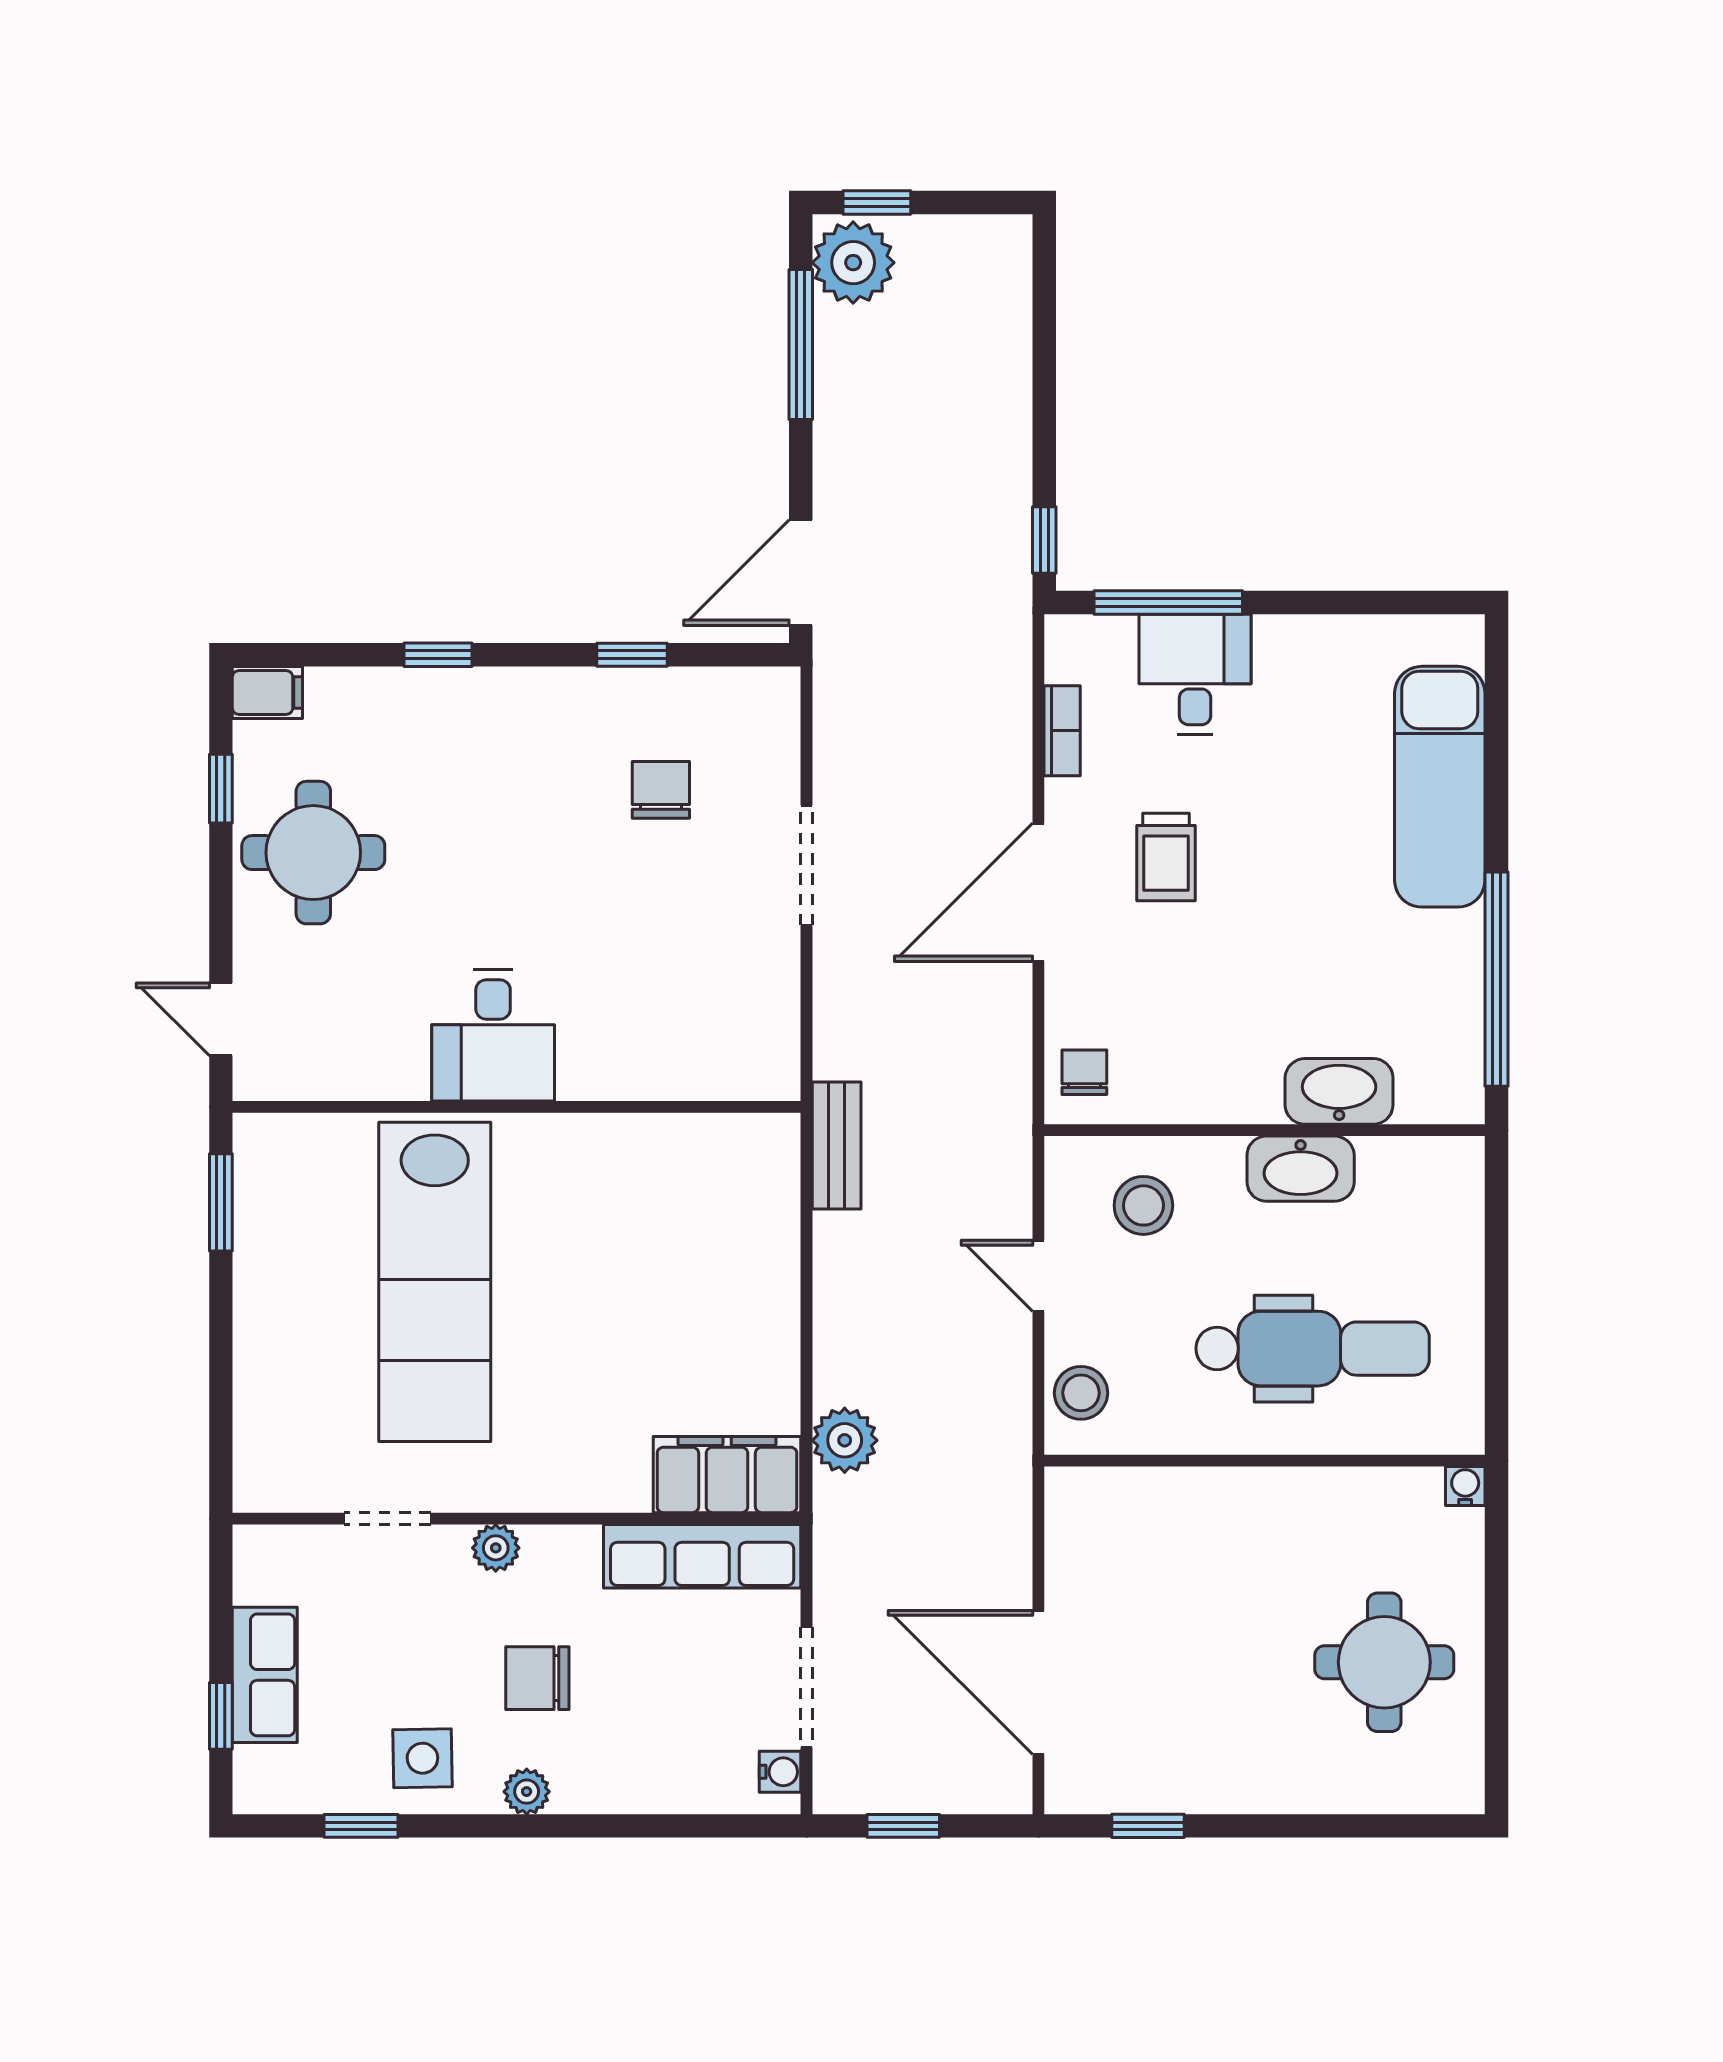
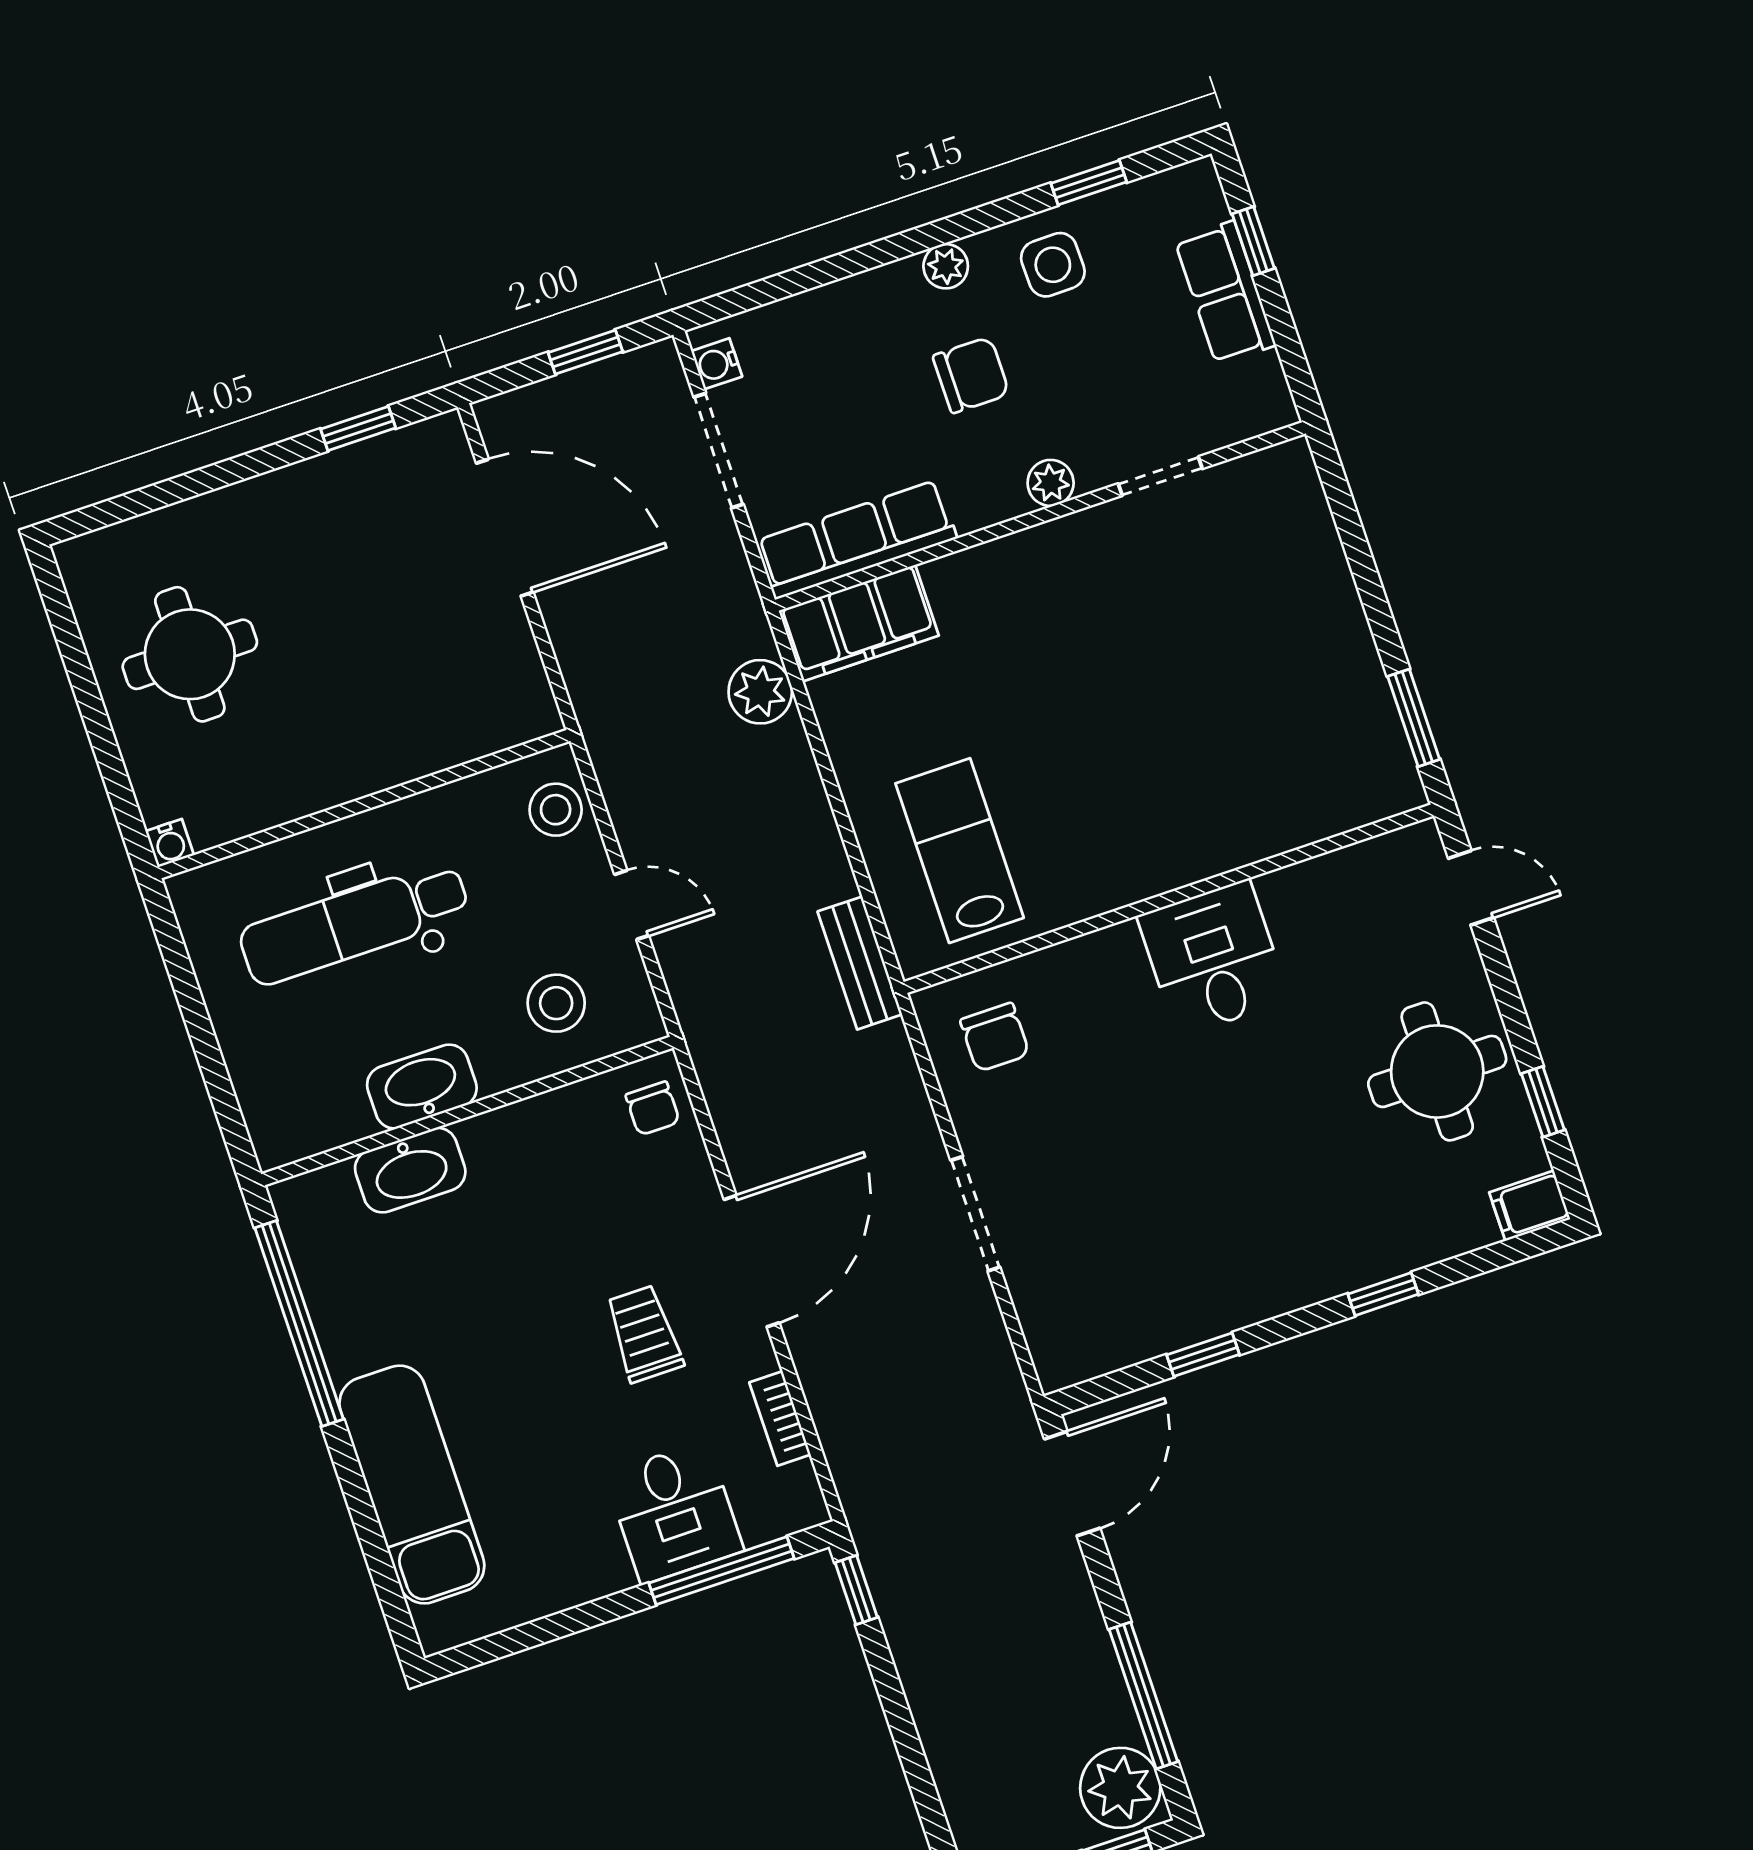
chair: (661, 790) -> (995, 1037), moved
lab bench: (435, 1282) -> (960, 851), moved, width x0.54, depth x0.72

